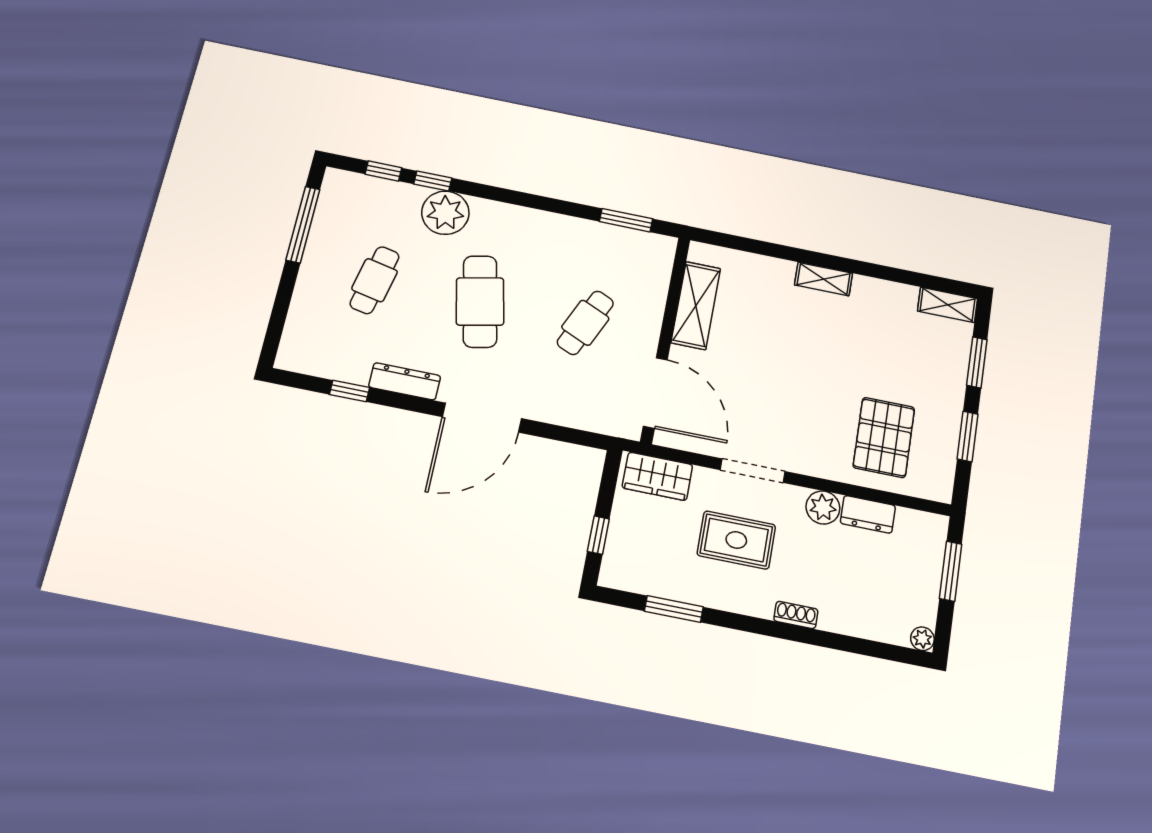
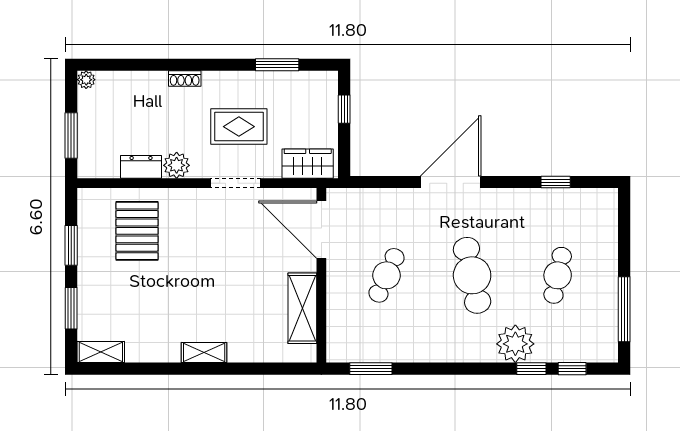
dresser: (405, 381) -> (516, 198), removed

